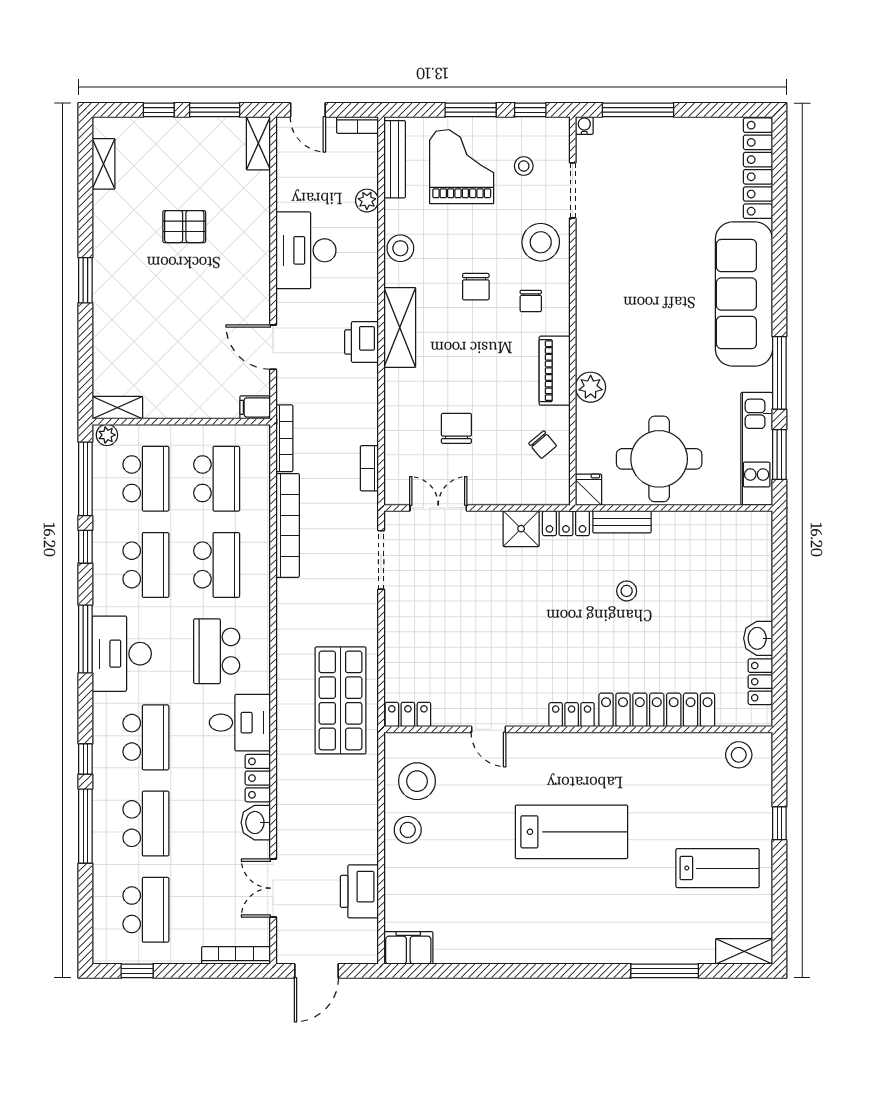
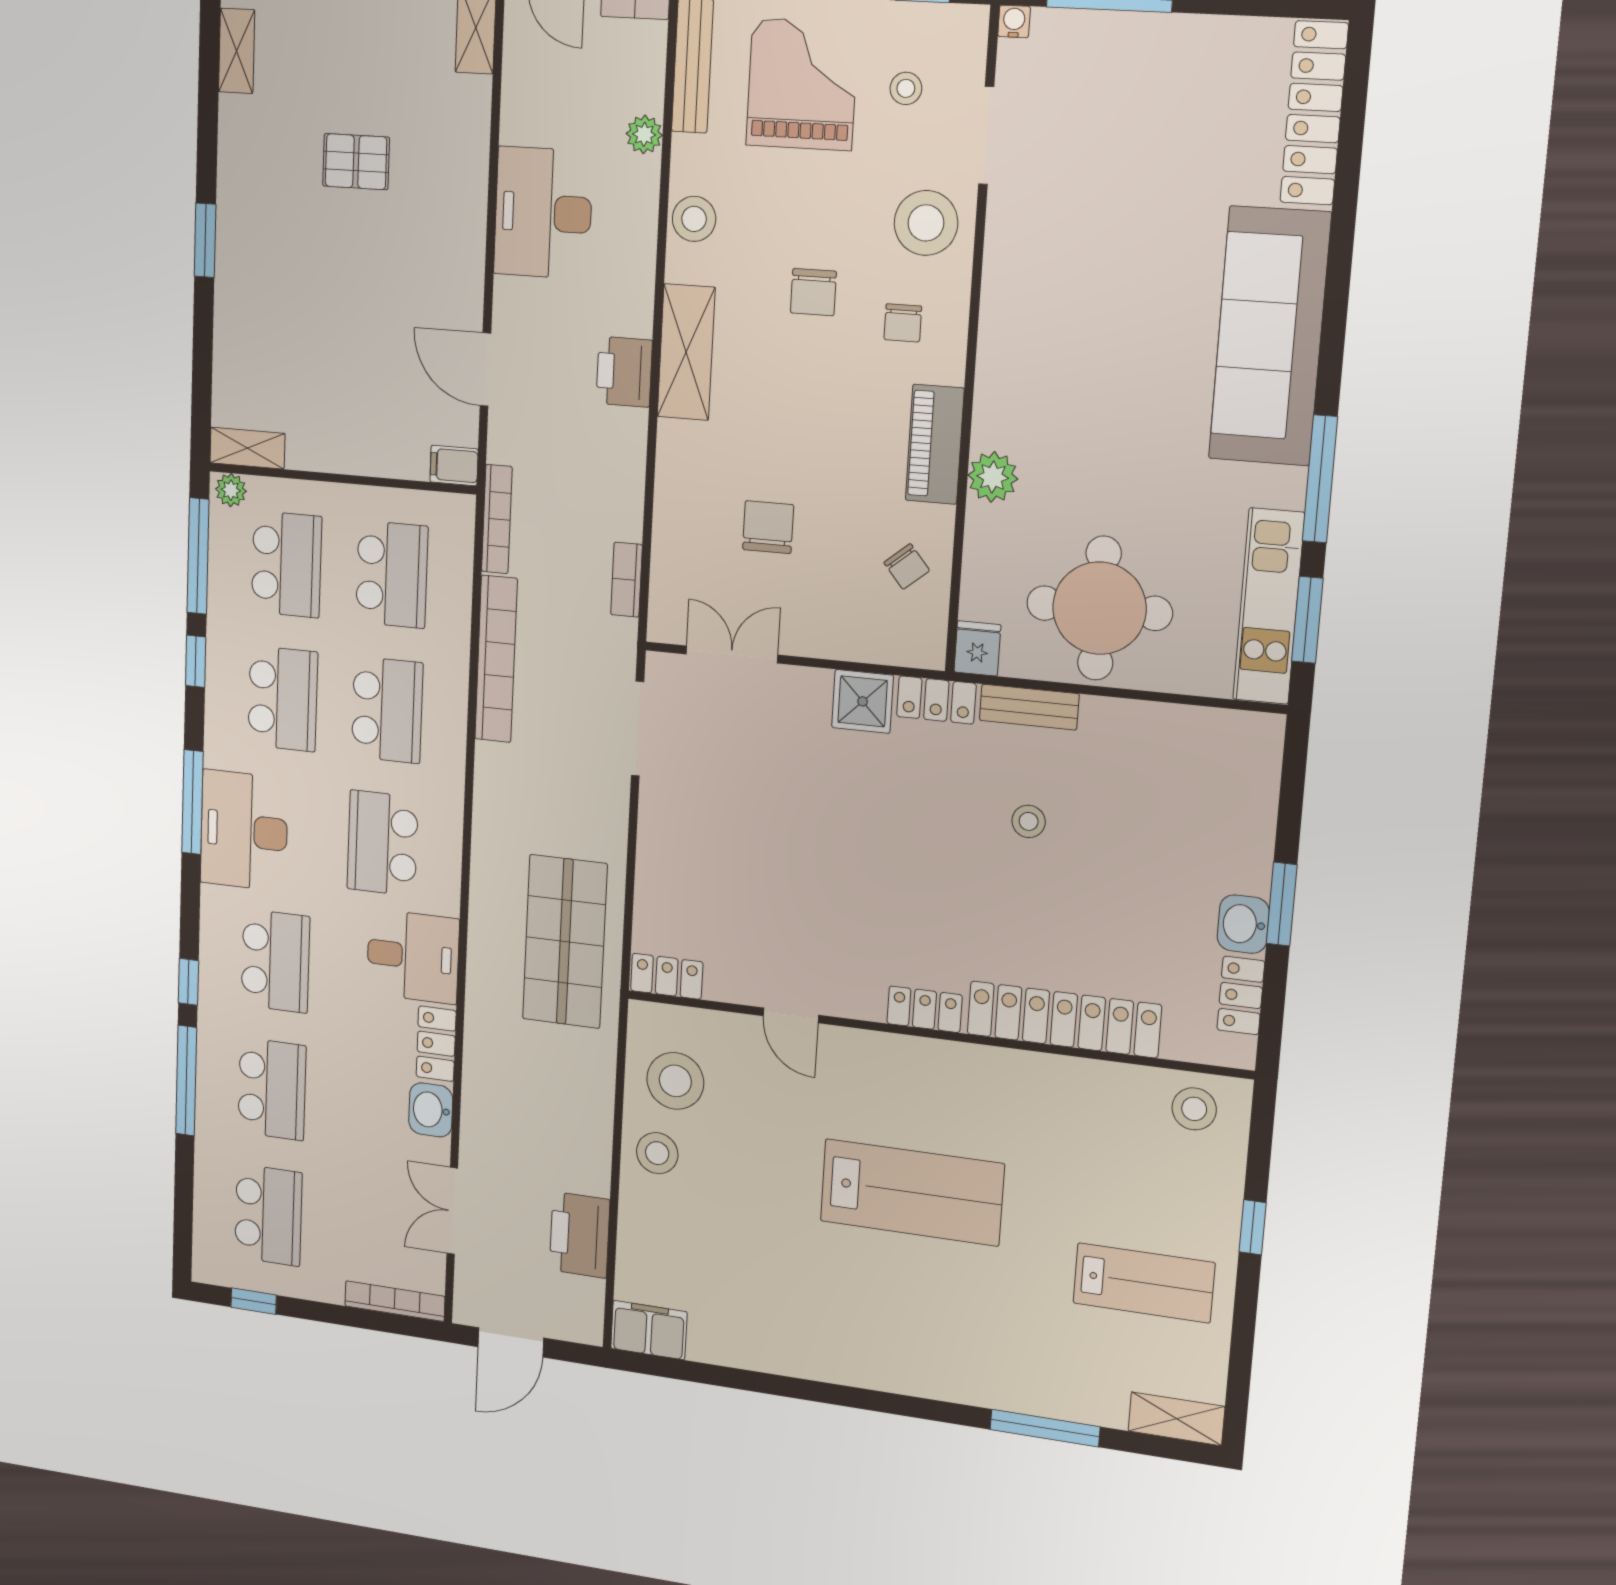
window: (779, 624) -> (1282, 904), added

